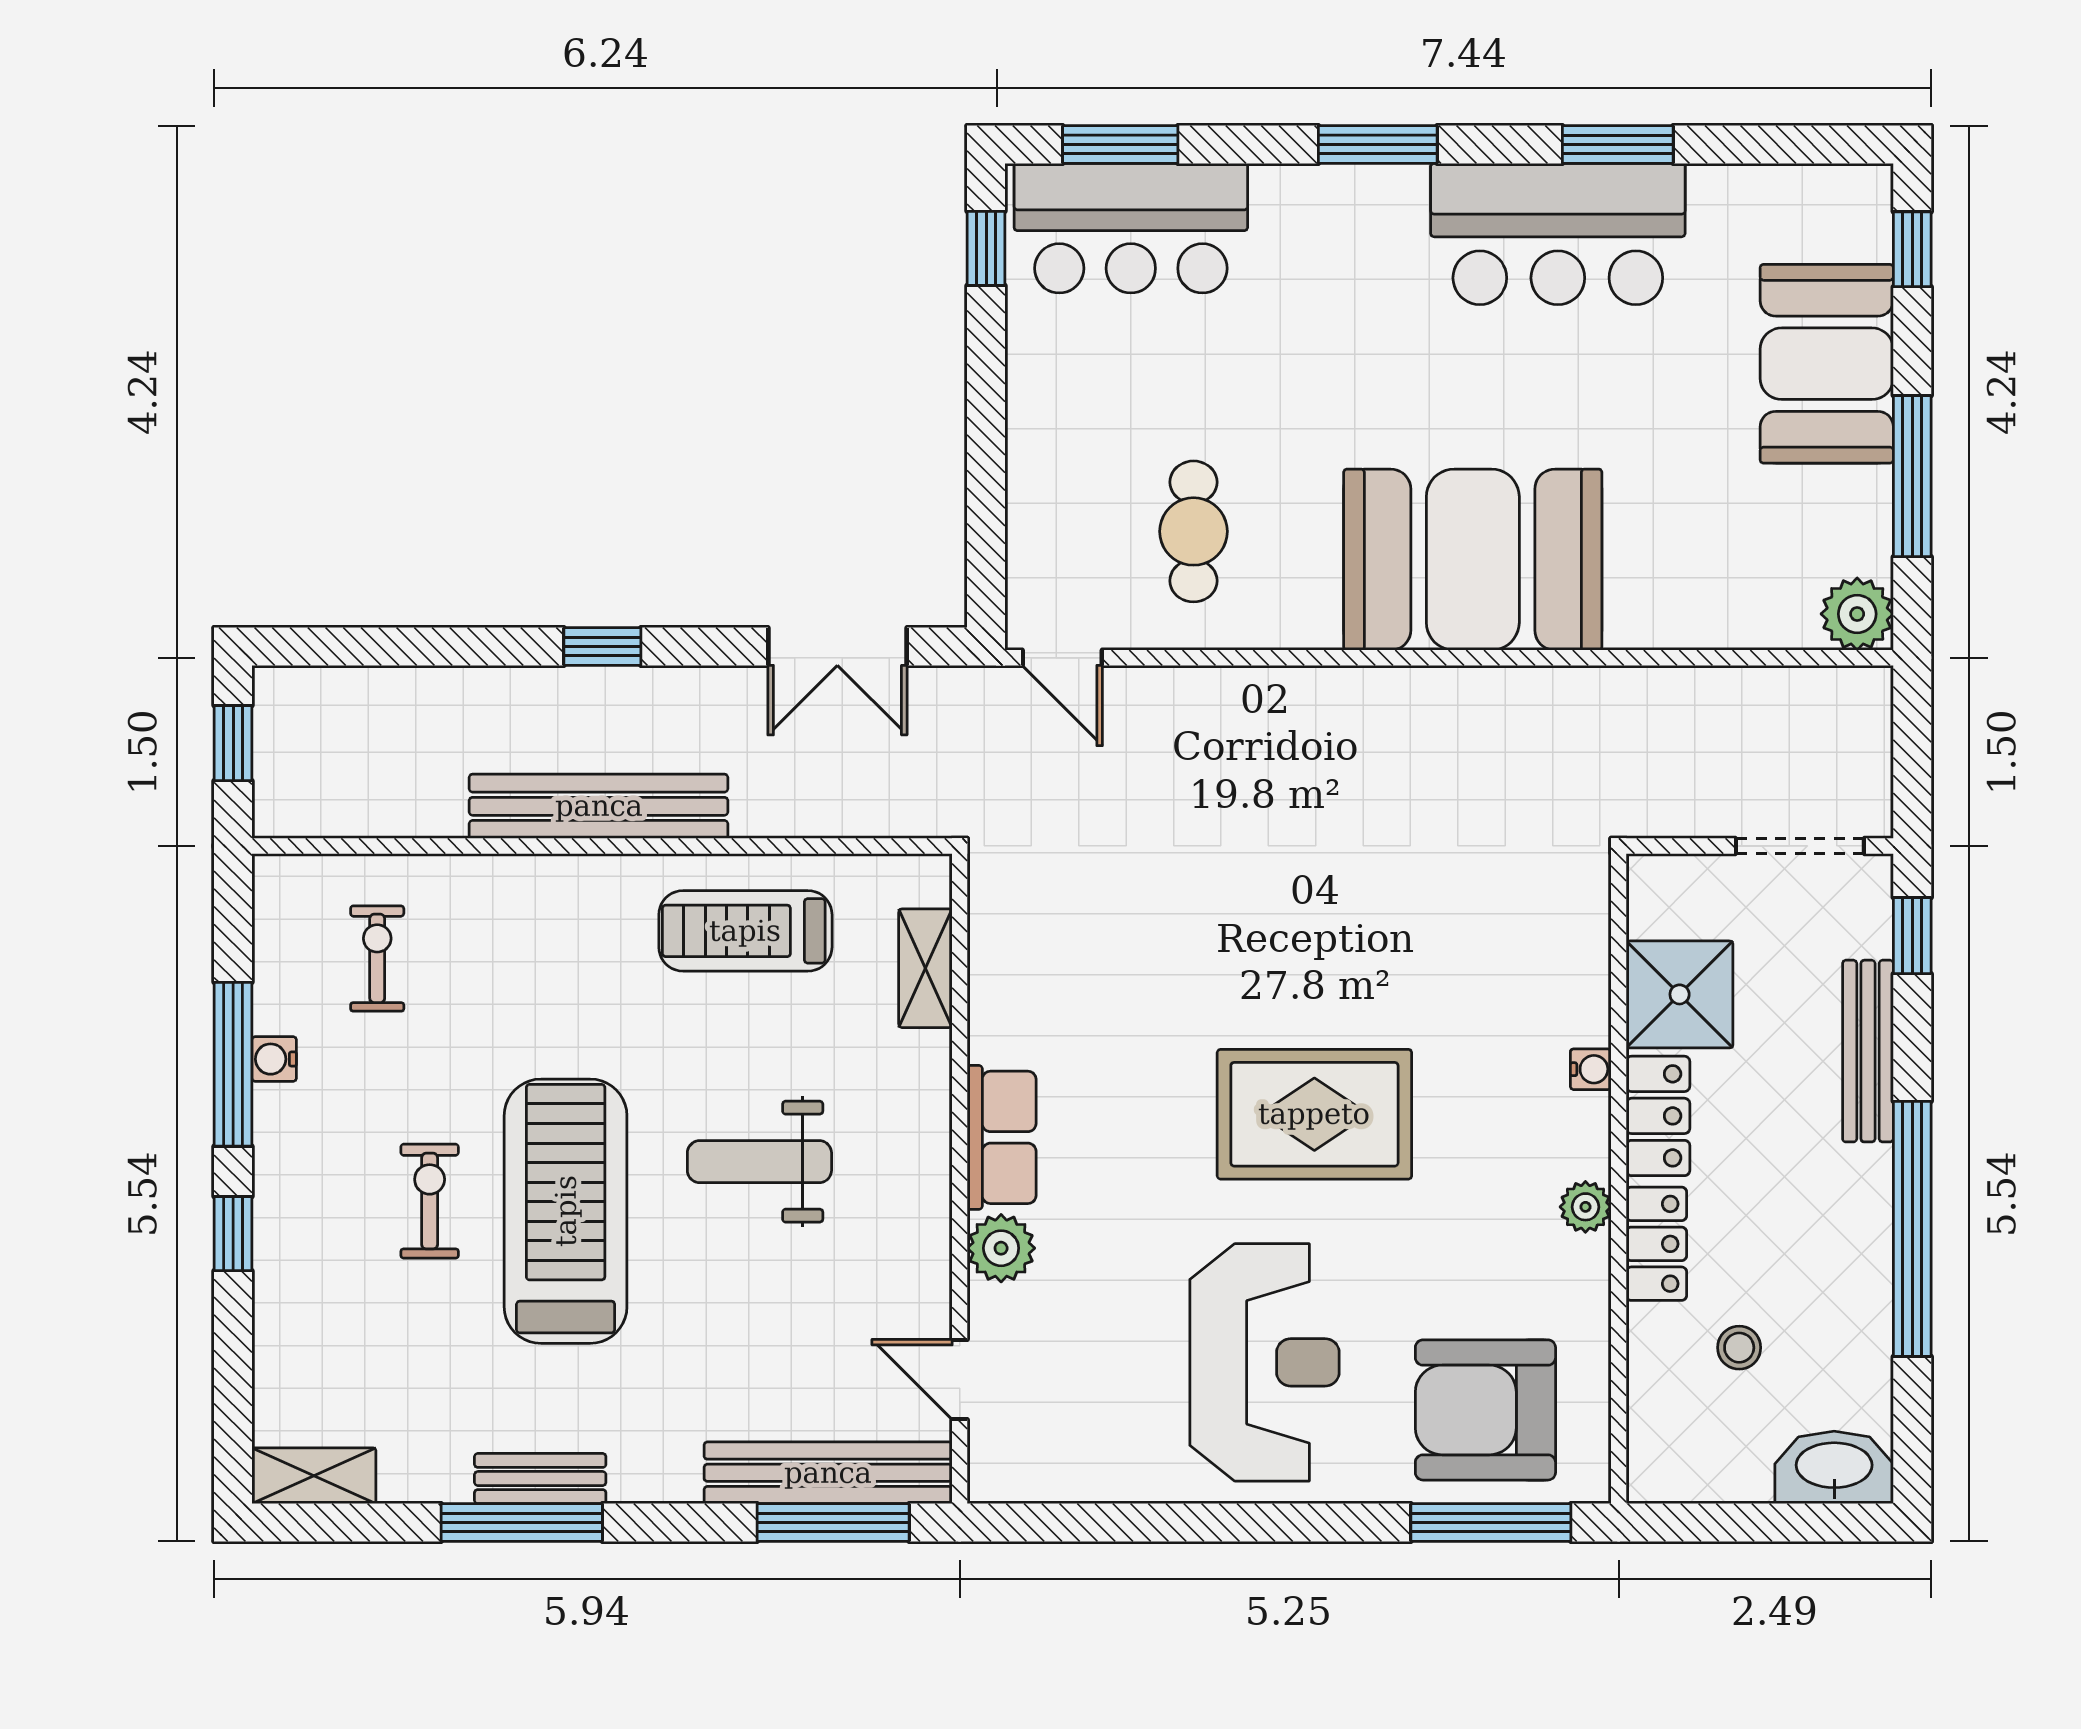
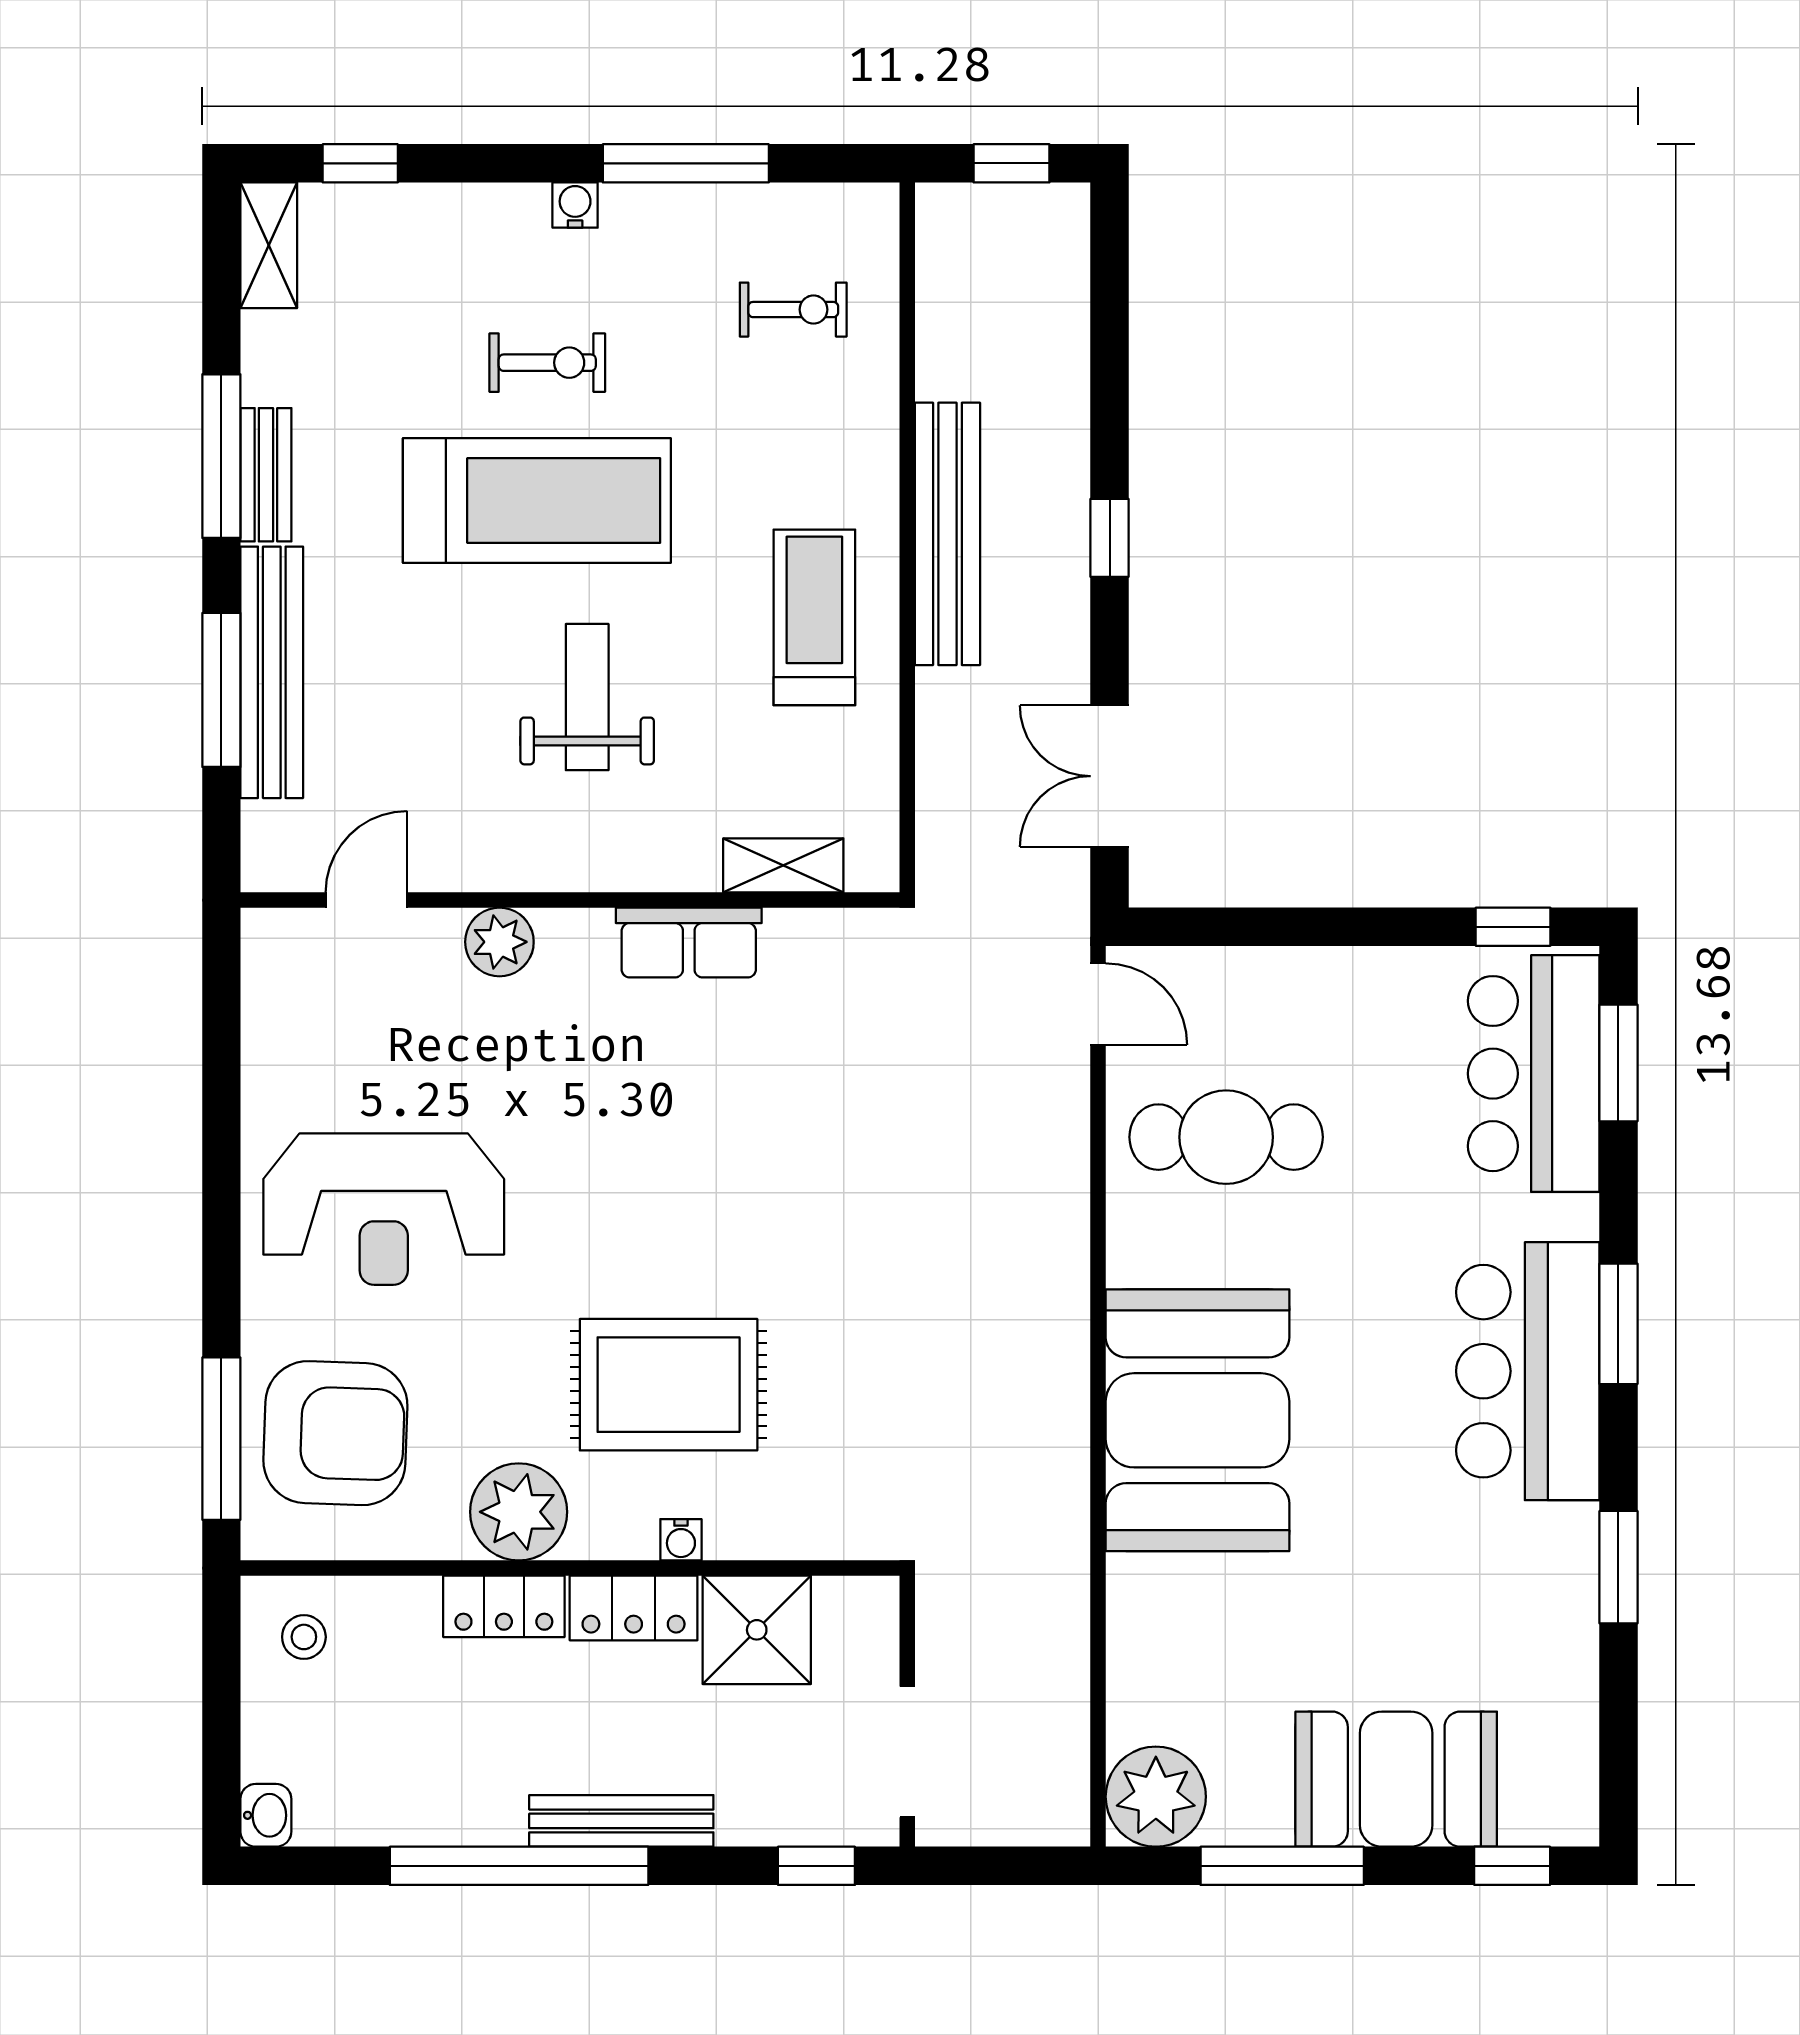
bar counter: (1558, 234) -> (1528, 1371), moved
cafe table: (1193, 531) -> (1226, 1137), width x1.37, depth x1.35
plant: (1857, 614) -> (1156, 1797), width x1.36, depth x1.36
door: (1062, 658) -> (1098, 1004), swing flipped
treadmill: (745, 931) -> (814, 617), moved
bench: (1868, 1051) -> (621, 1821), moved
water cooler: (274, 1059) -> (575, 205), moved
rug: (1314, 1114) -> (669, 1385), moved, turned 90
row of seats: (1002, 1137) -> (689, 943), moved
plant: (1585, 1207) -> (519, 1512), width x1.88, depth x1.88
window: (233, 1234) -> (360, 163), moved
stool: (1739, 1348) -> (304, 1637), moved
armchair: (1485, 1410) -> (335, 1433), turned 92
washbasin: (1834, 1467) -> (266, 1815), width x0.52, depth x0.69
bench: (828, 1473) -> (272, 672), moved
window: (833, 1522) -> (221, 690), moved

